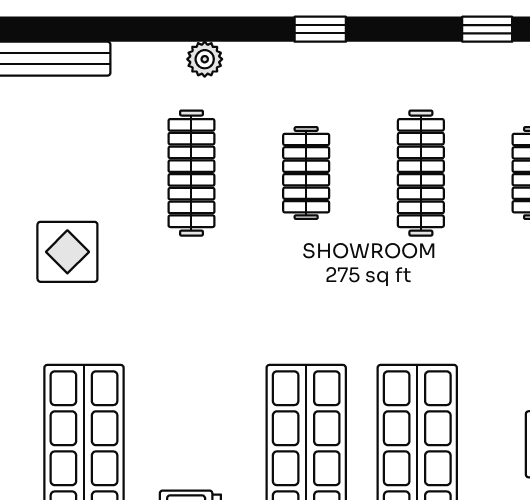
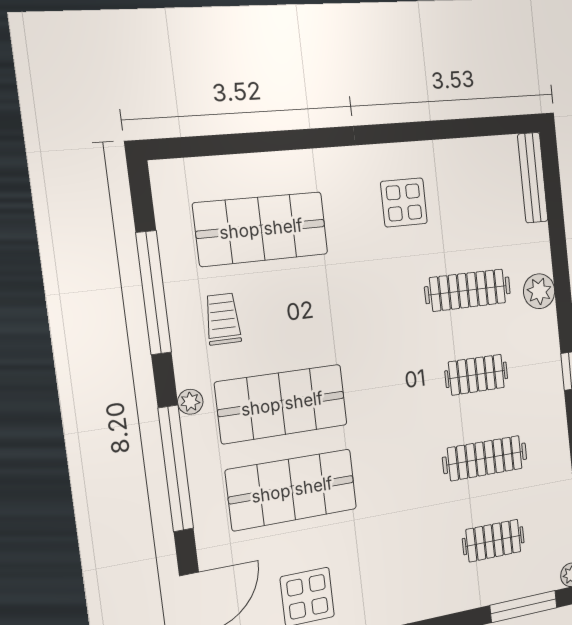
plant: (205, 59) -> (539, 291), width x1.38, depth x1.38

